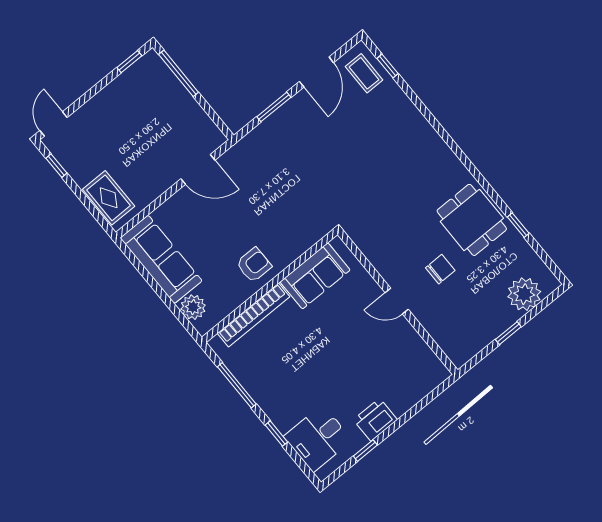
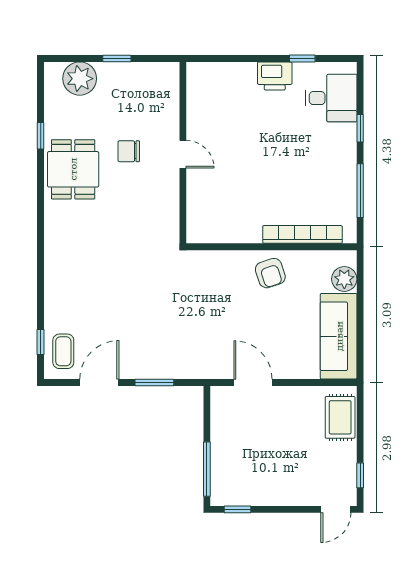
armchair: (254, 265) -> (270, 273), turned -108
sofa: (315, 276) -> (230, 226), removed

